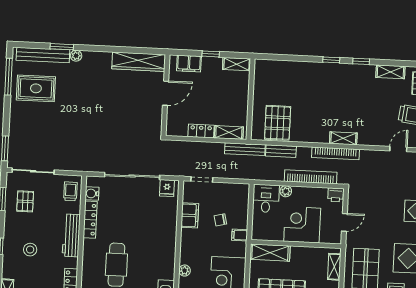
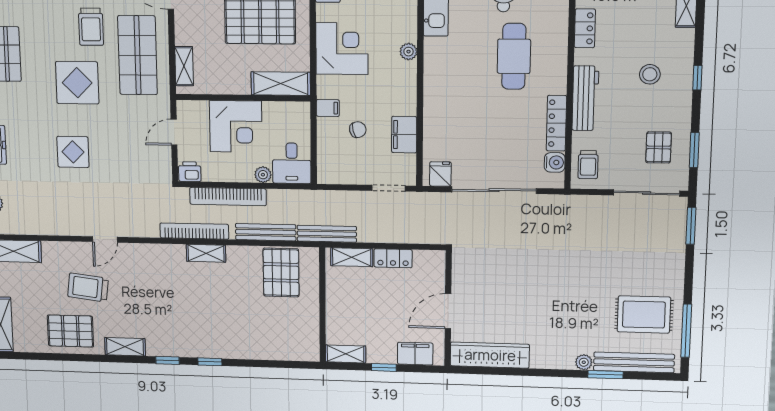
shelving: (343, 138) -> (206, 253), moved
bench: (281, 151) -> (266, 232), width x1.36

